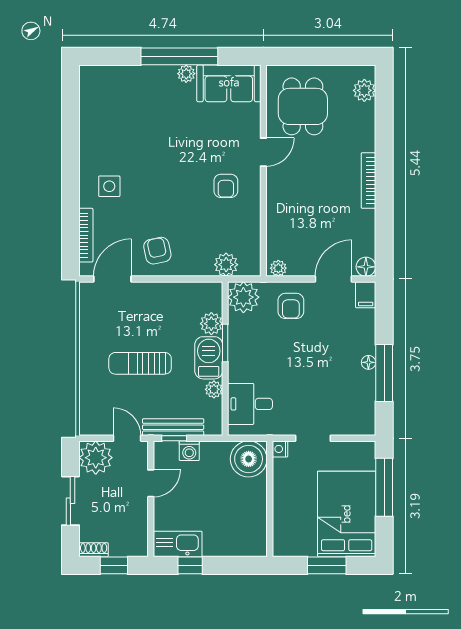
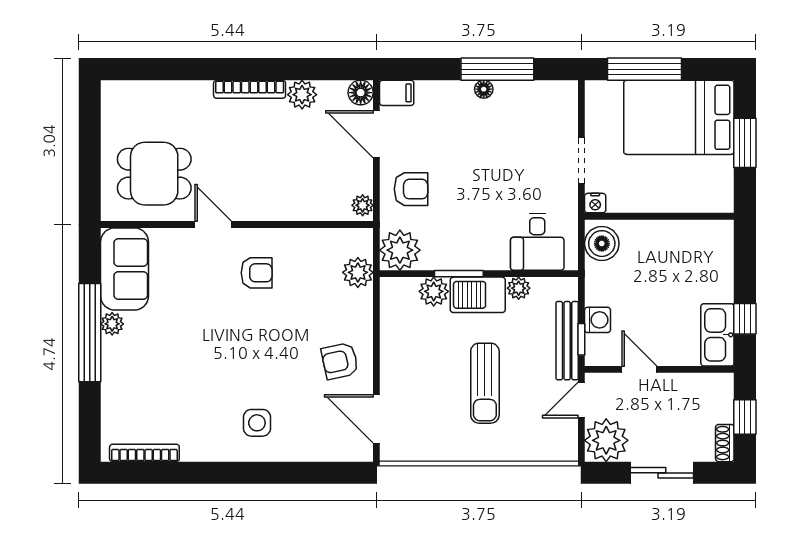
plant: (364, 90) -> (302, 95), moved
bookcase: (86, 235) -> (144, 453), moved
boiler: (249, 459) -> (602, 244), width x0.73, depth x0.73

